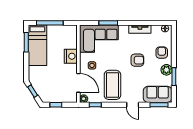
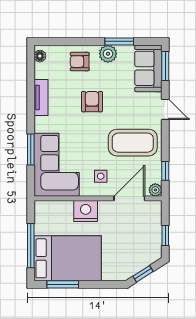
bed: (37, 45) -> (68, 258), width x1.50
door: (133, 105) -> (165, 109), hinge flipped

